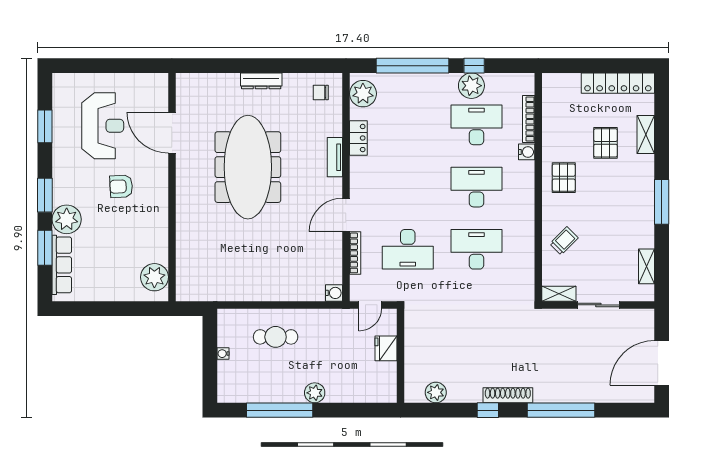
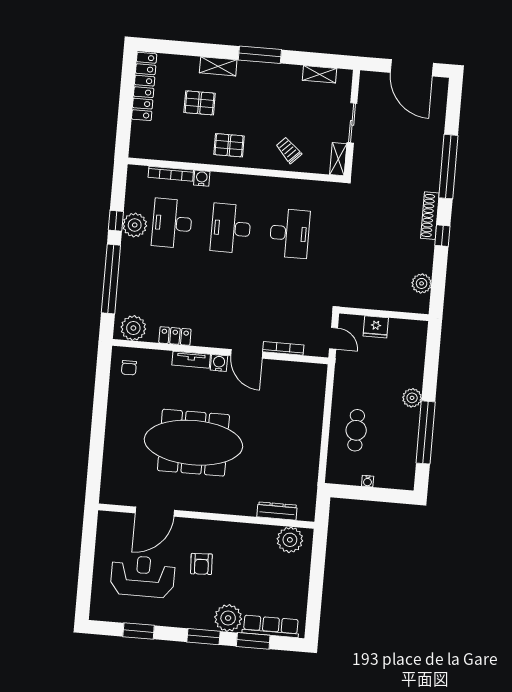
dresser: (261, 81) -> (277, 511), moved, turned -90
shelving: (646, 134) -> (218, 66), moved
desk: (408, 249) -> (284, 298), removed
desk: (477, 249) -> (290, 233), turned 180
water cooler: (334, 293) -> (219, 363), moved

